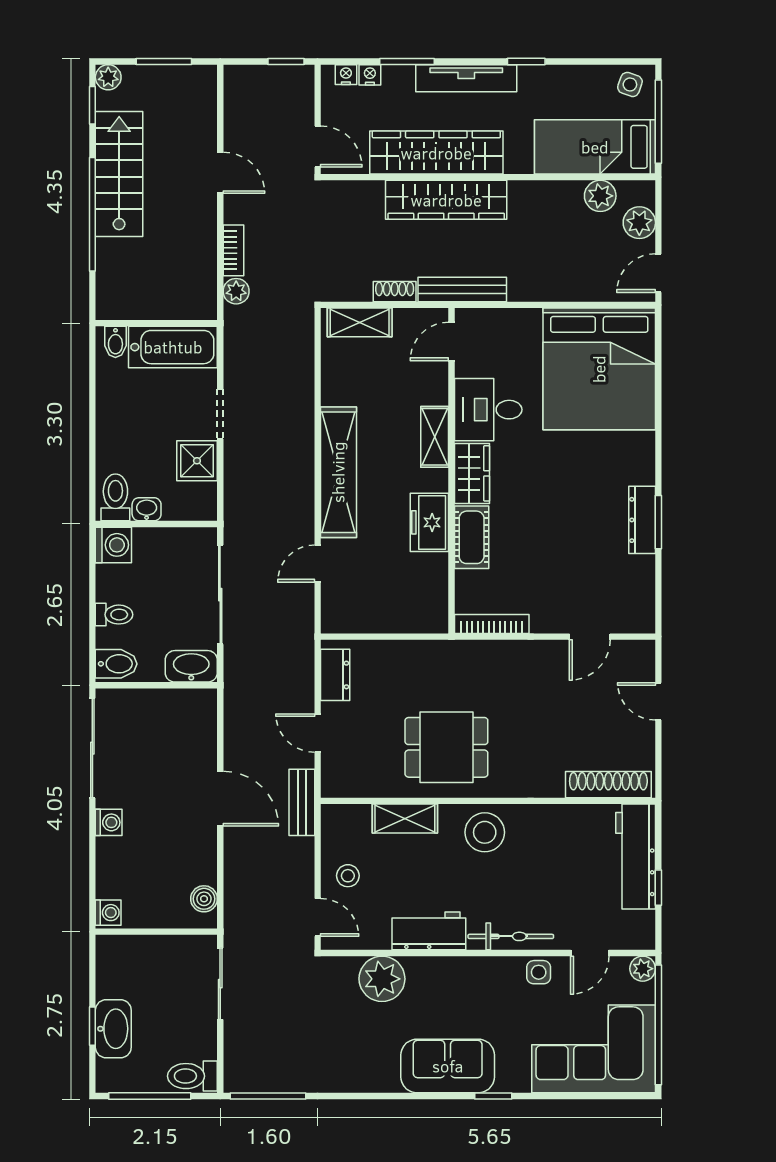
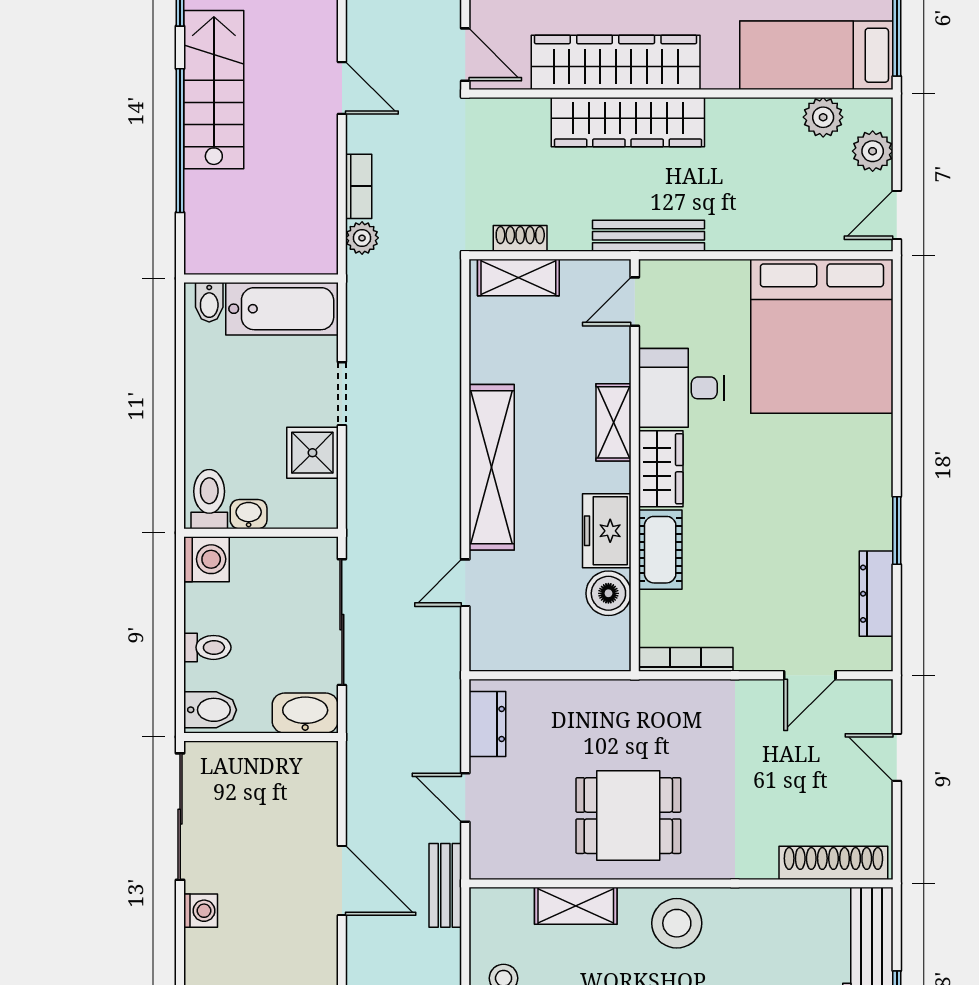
shoe rack: (395, 292) -> (520, 238), moved
dresser: (642, 520) -> (876, 594), moved
boiler: (431, 572) -> (608, 593), added

